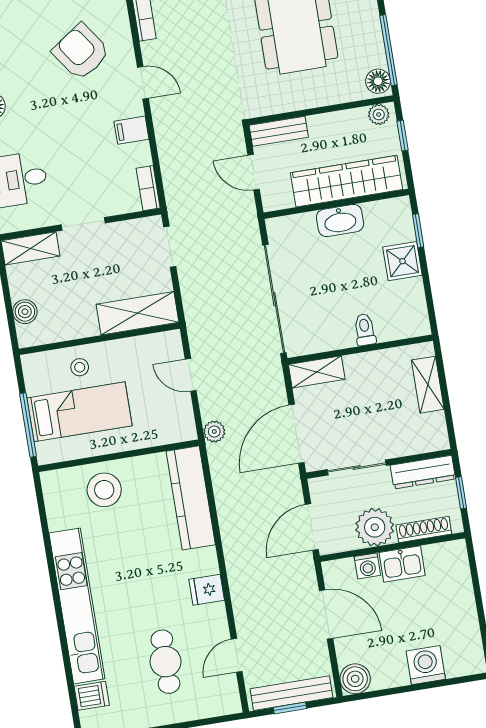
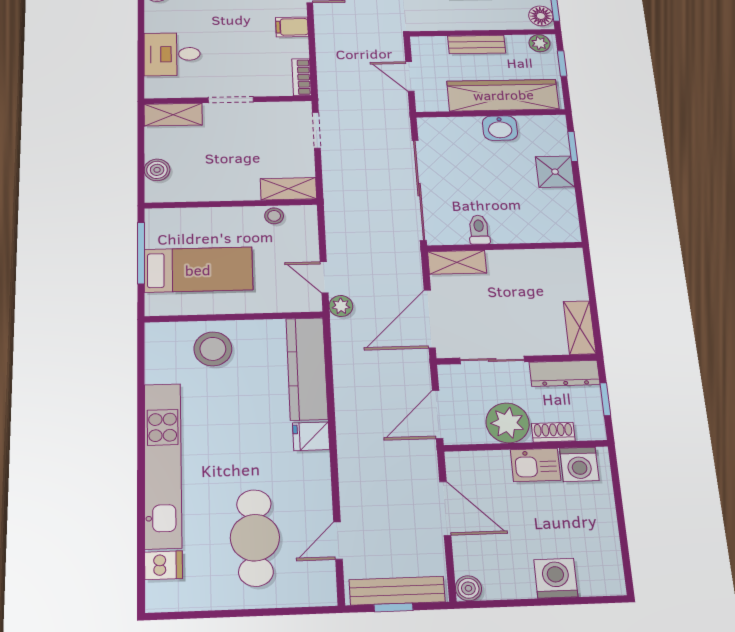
bench: (279, 131) -> (477, 45), moved
washbasin: (340, 220) -> (500, 128), width x0.72
shelving: (138, 313) -> (288, 189), width x0.67, depth x0.75
toilet: (365, 330) -> (479, 230), moved
stool: (80, 367) -> (274, 216), moved
door: (191, 375) -> (324, 277), moved
shelving: (428, 385) -> (580, 327), moved
window: (28, 425) -> (141, 253), moved
shoe rack: (424, 529) -> (553, 432), width x0.70
washing machine: (367, 566) -> (579, 464), moved, width x1.38, depth x1.38
fridge: (207, 590) -> (311, 436), moved
cafe table: (165, 662) -> (255, 538), width x1.37, depth x1.35
boiler: (355, 679) -> (468, 588), width x0.73, depth x0.73

